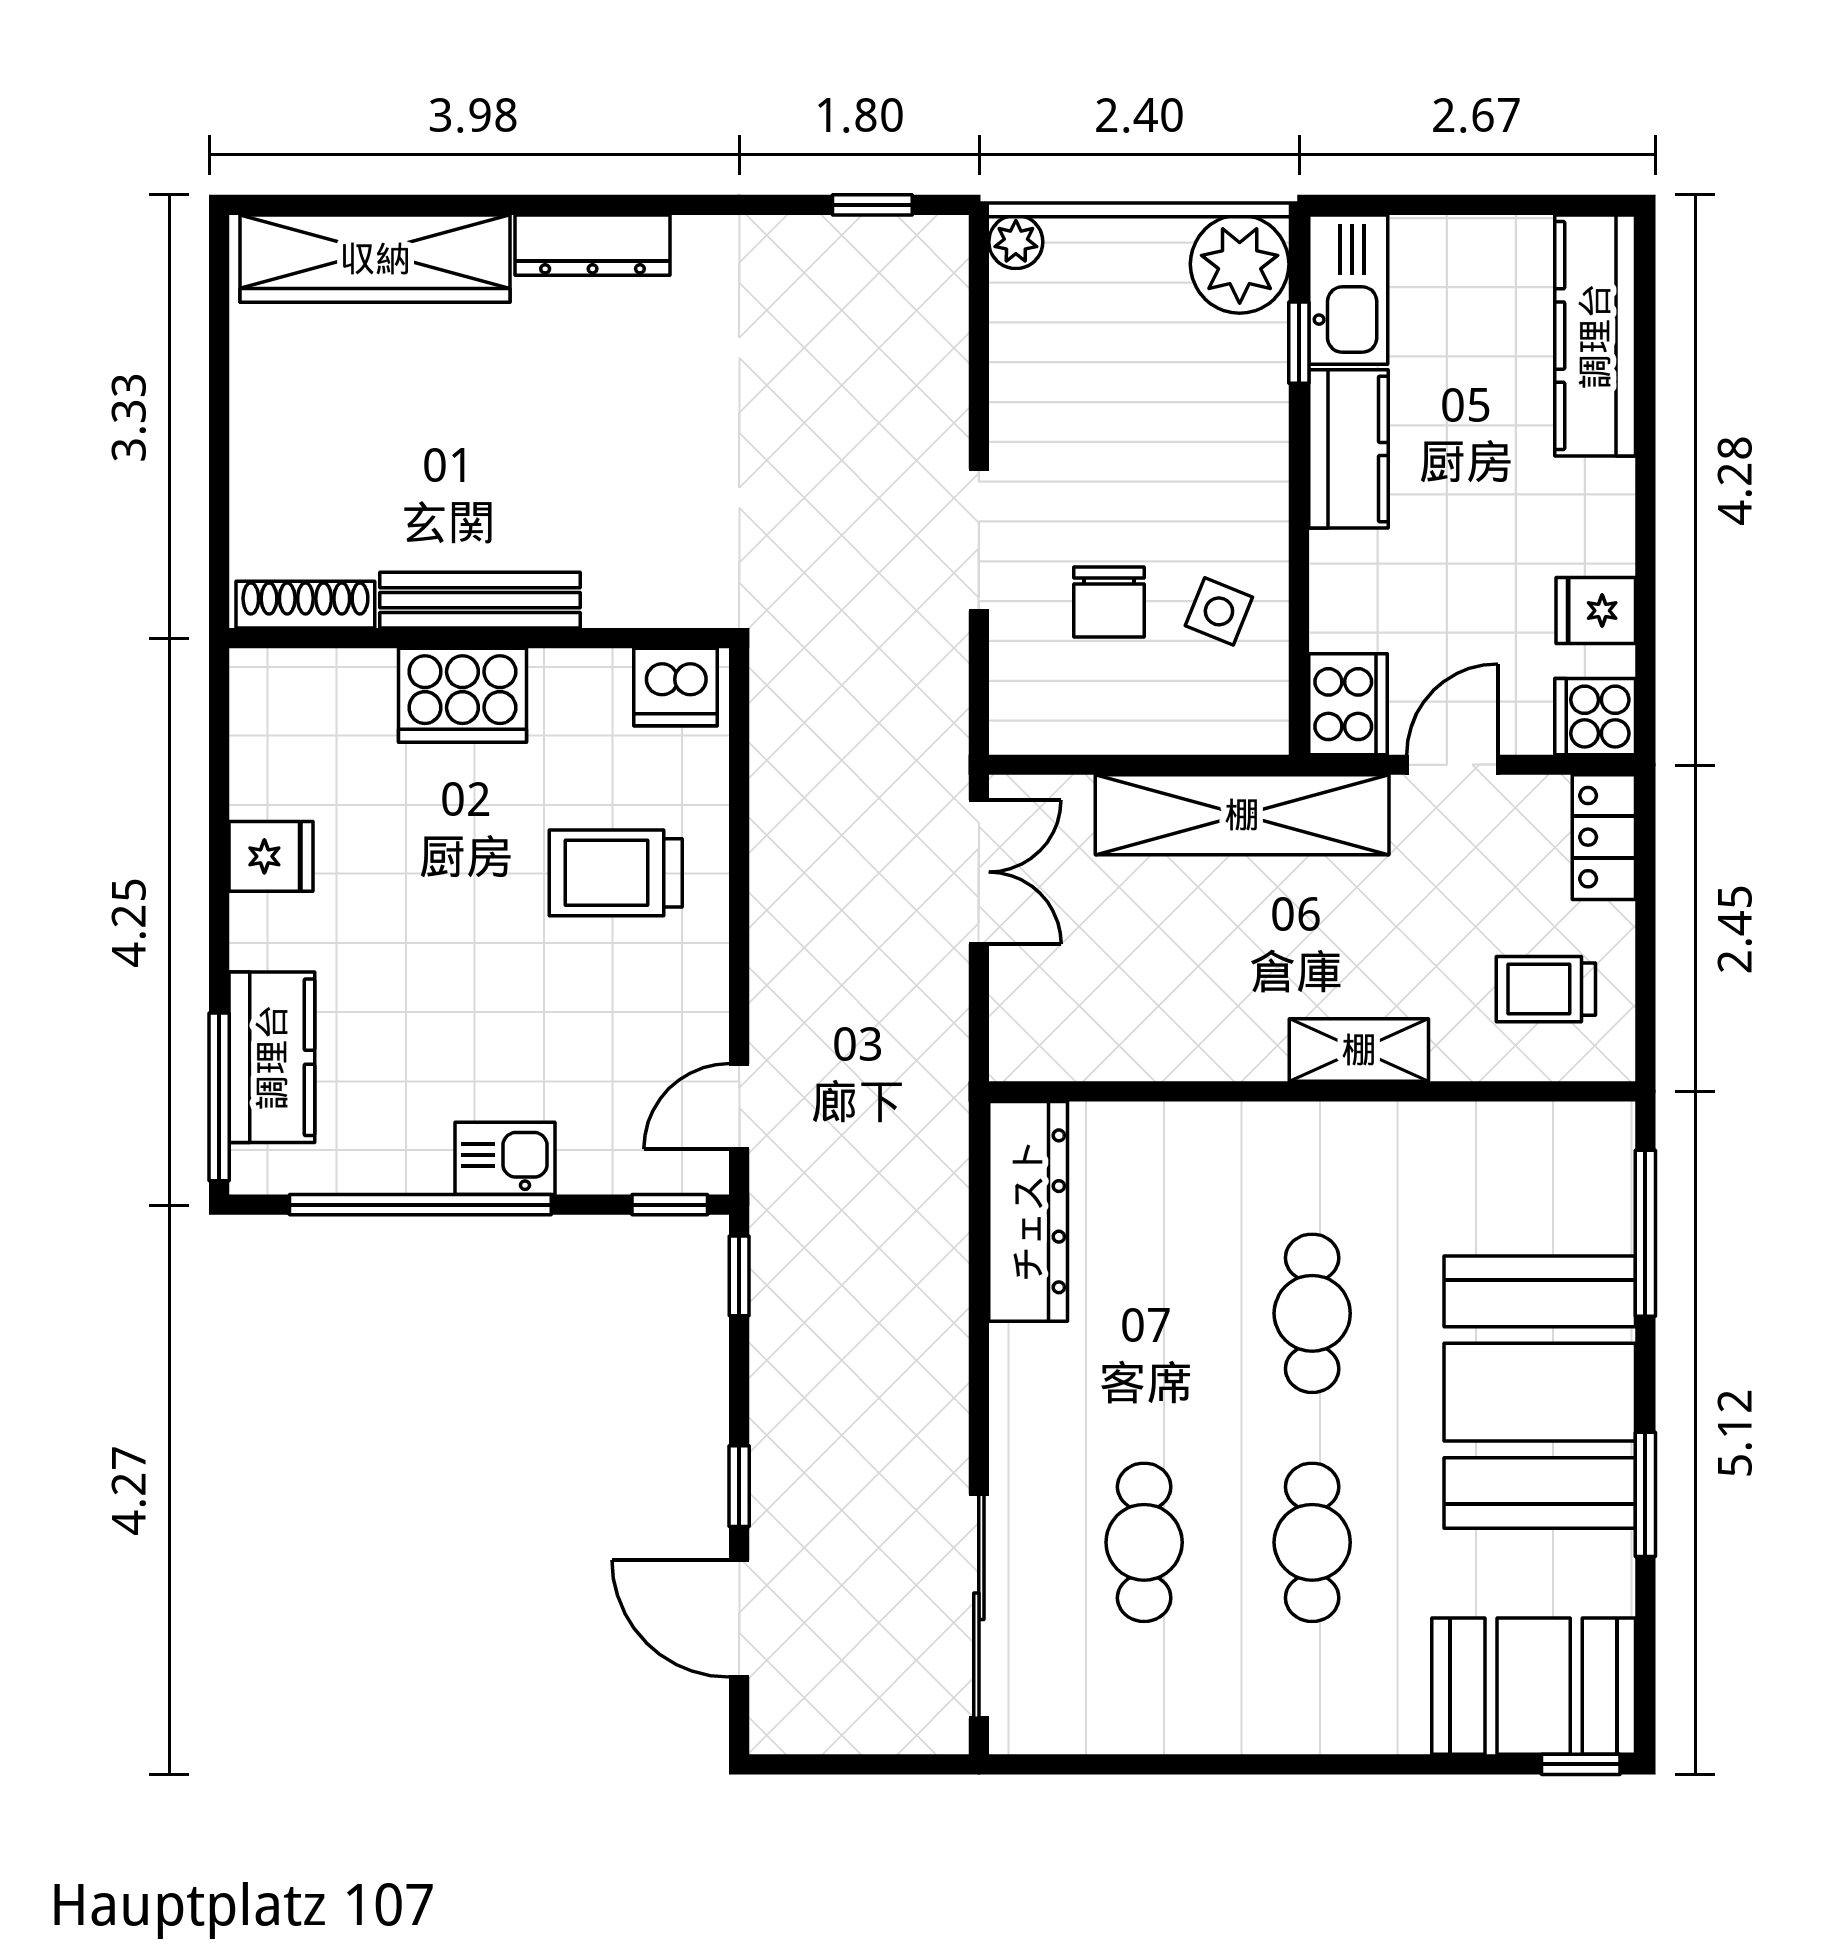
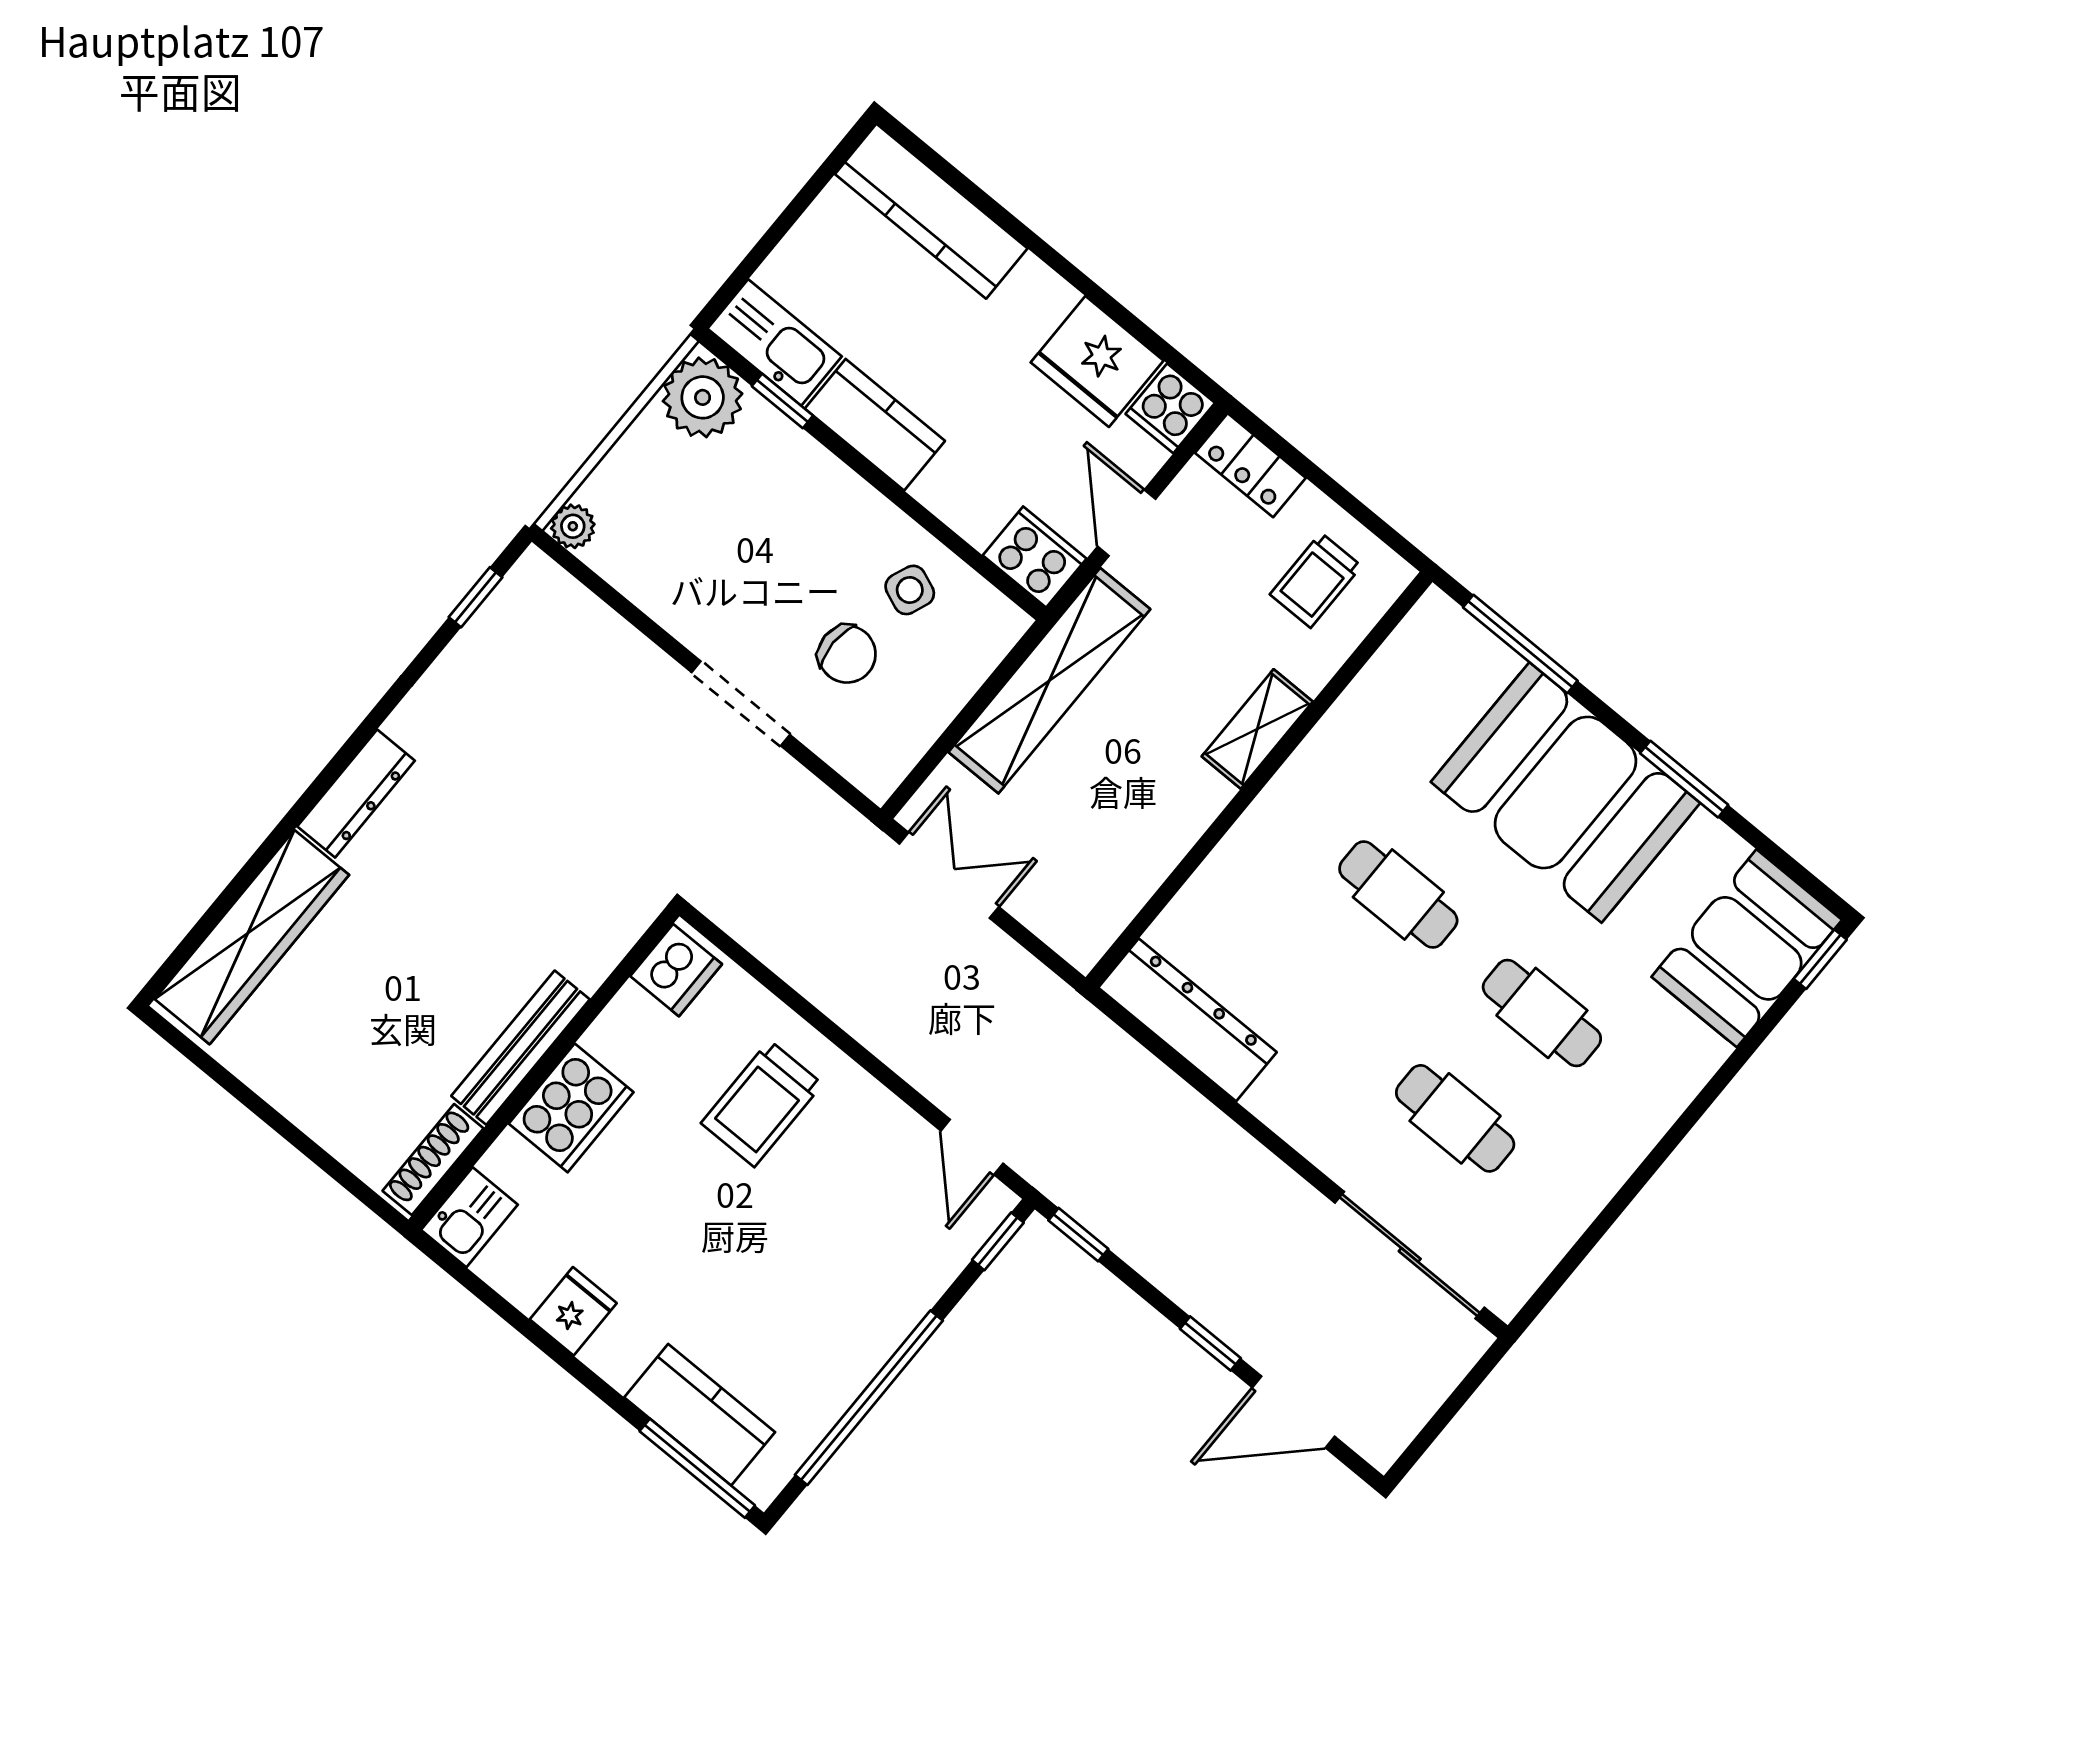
fridge: (1596, 611) -> (1097, 362), width x1.88, depth x1.34
kitchen sink: (505, 1158) -> (469, 1217), moved, turned 180

